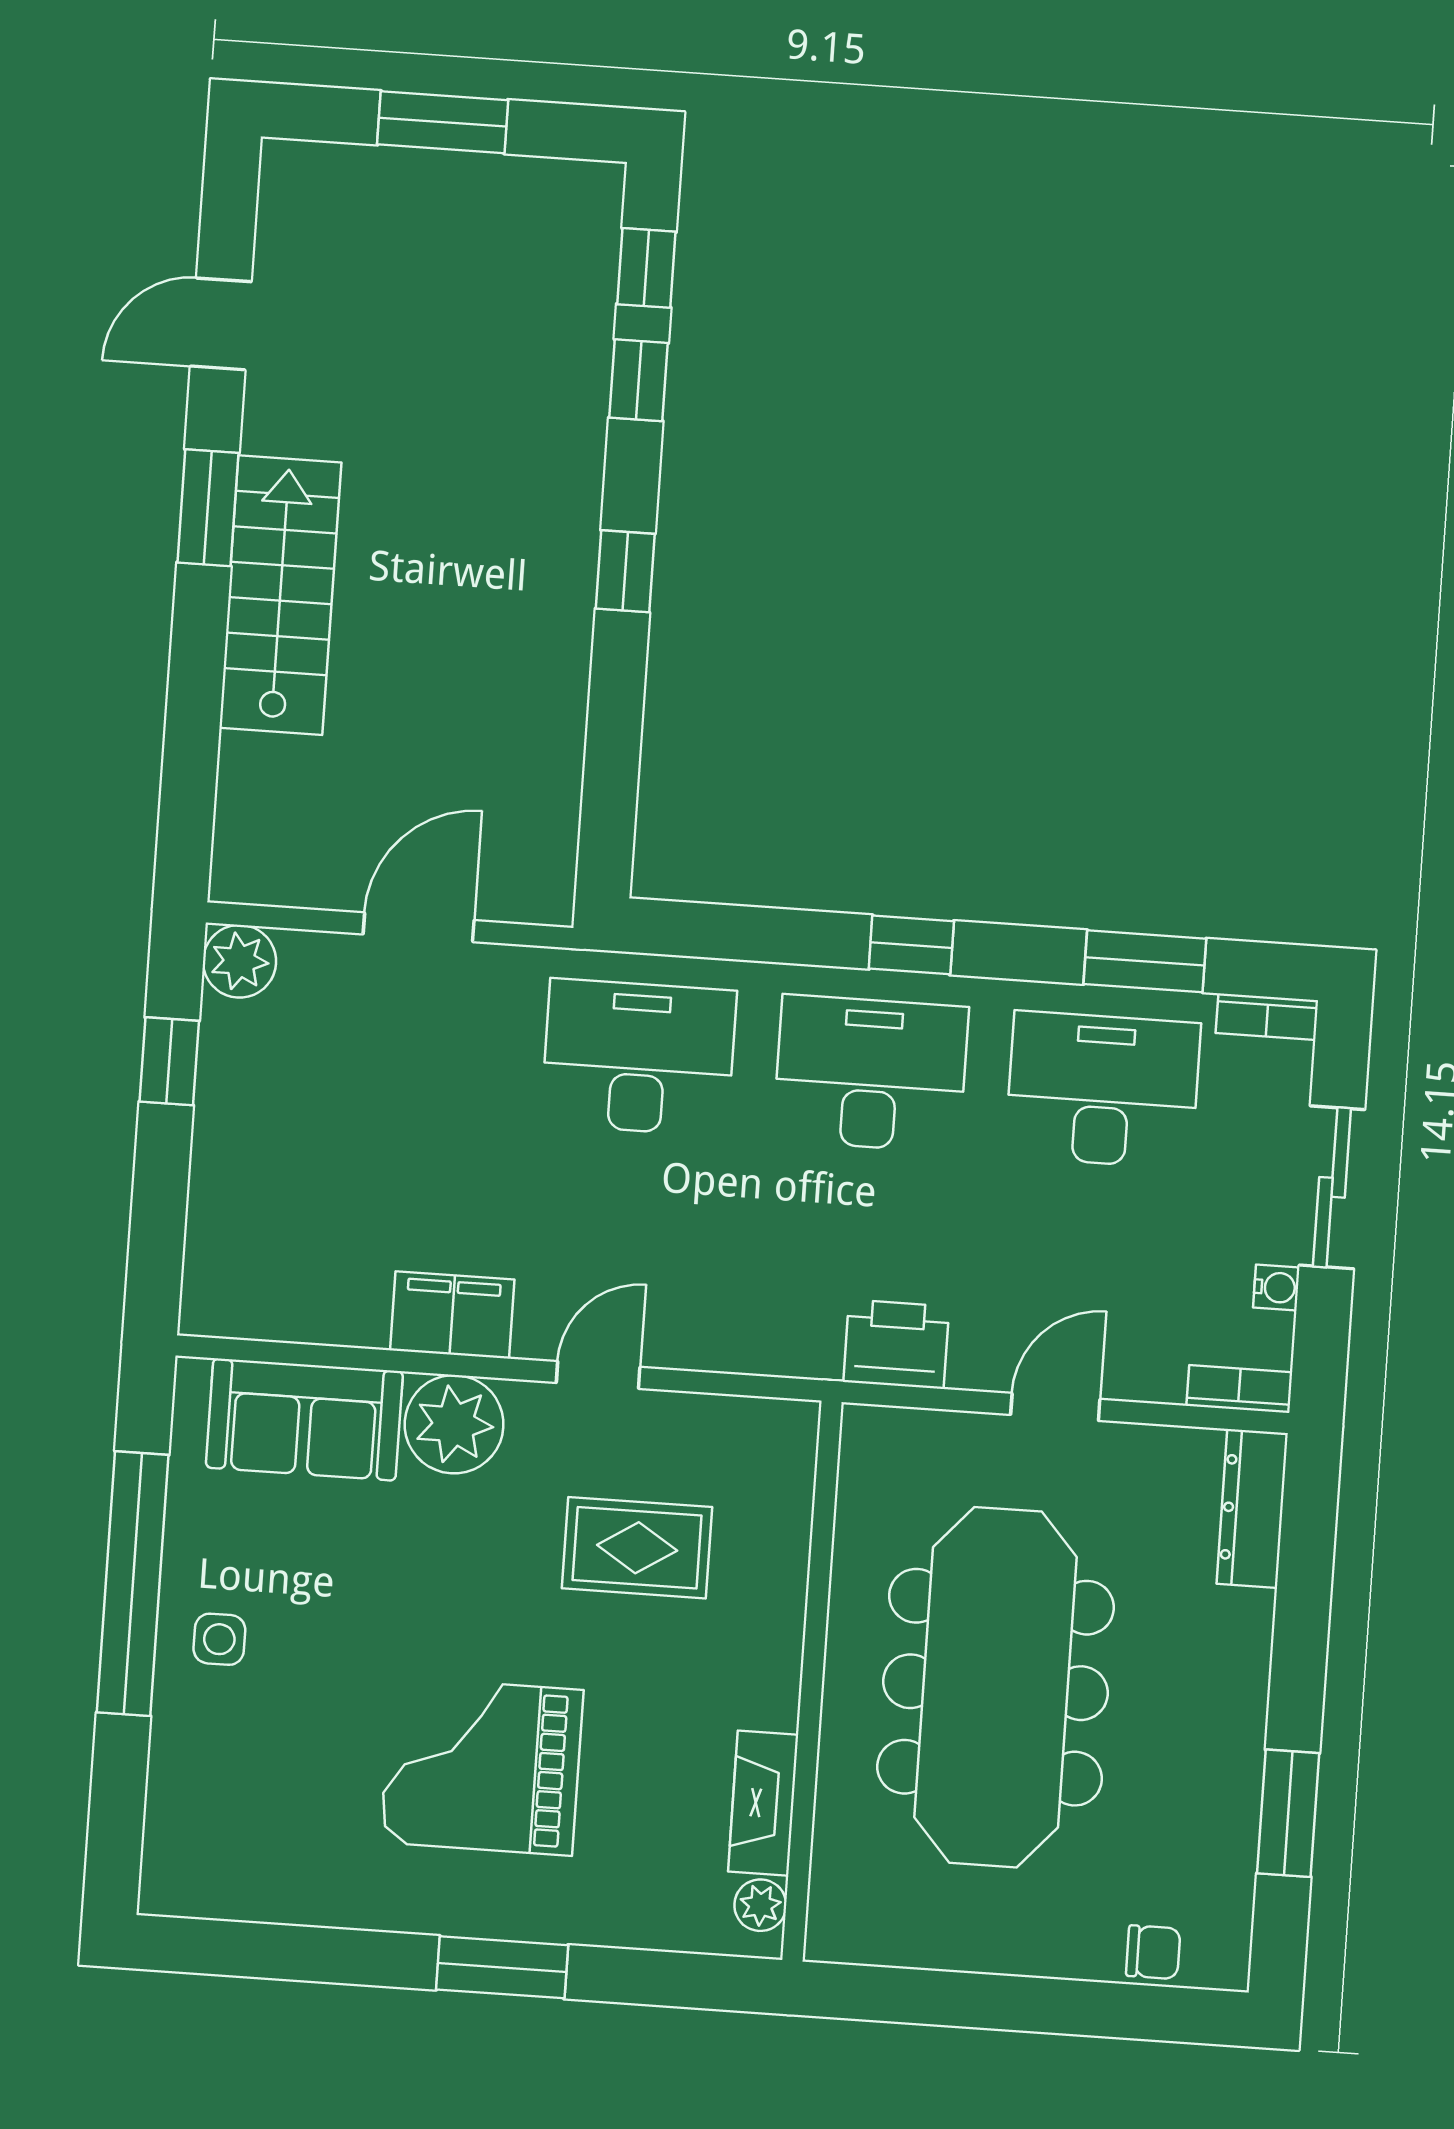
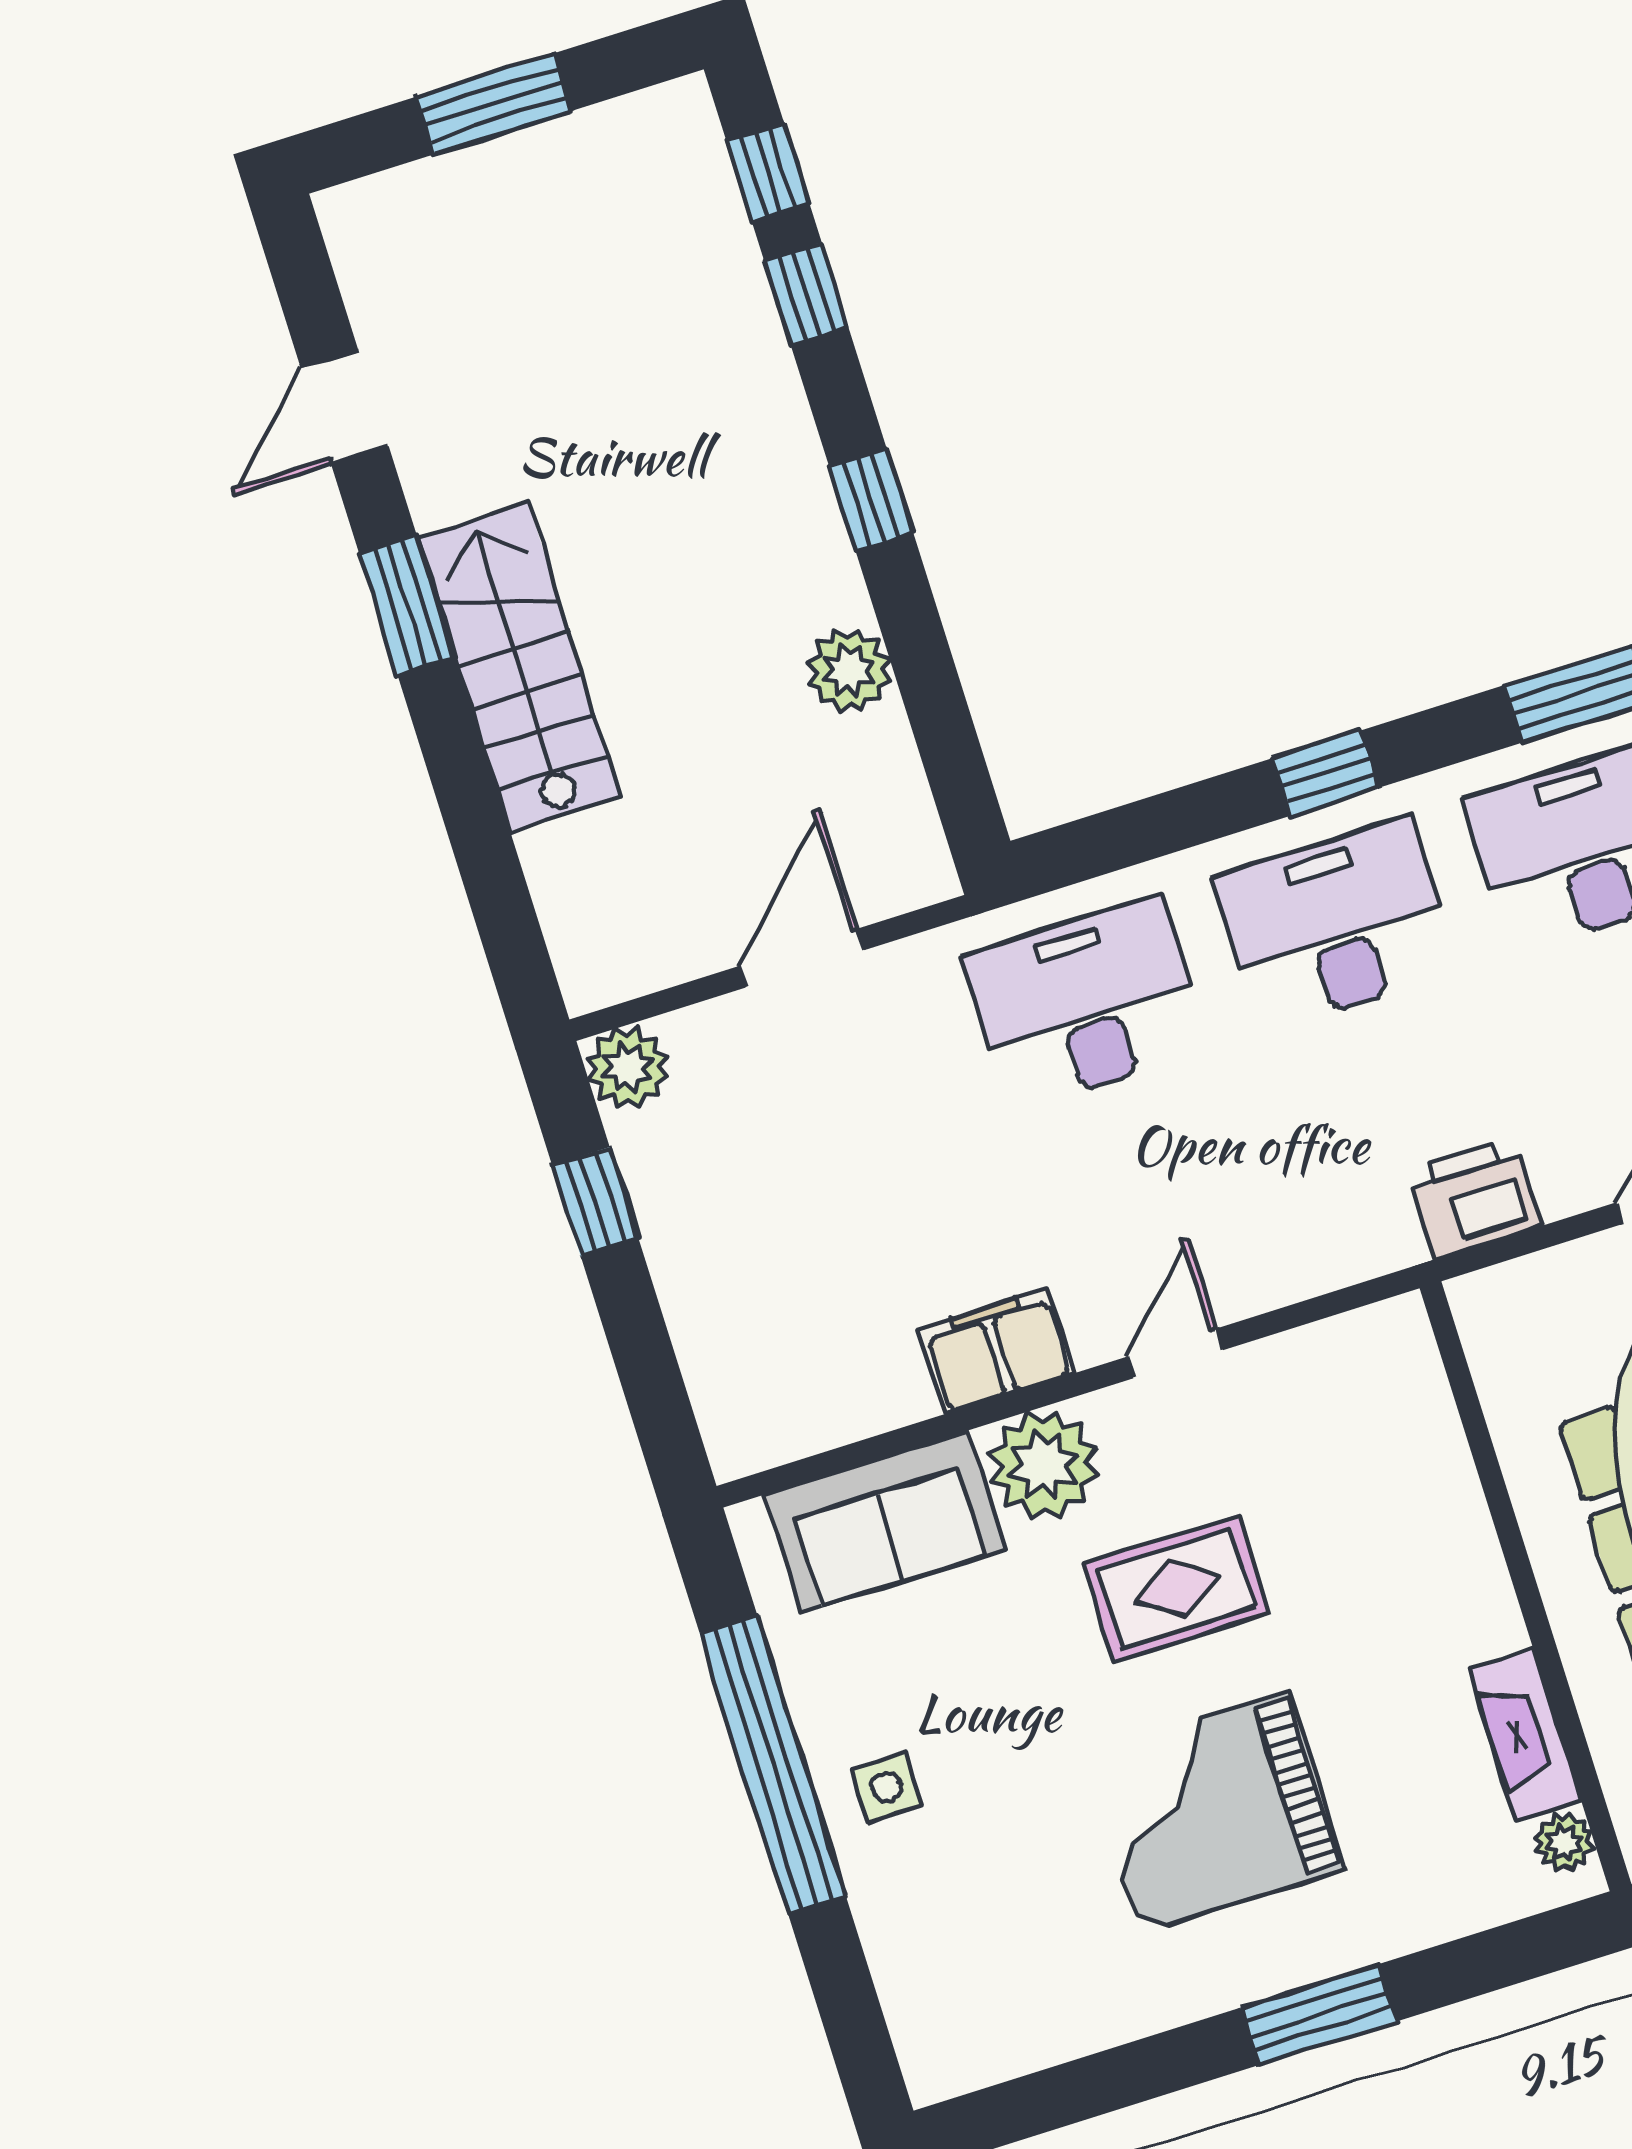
plant: (551, 705) -> (849, 670), added
rug: (637, 1548) -> (1177, 1588), moved

